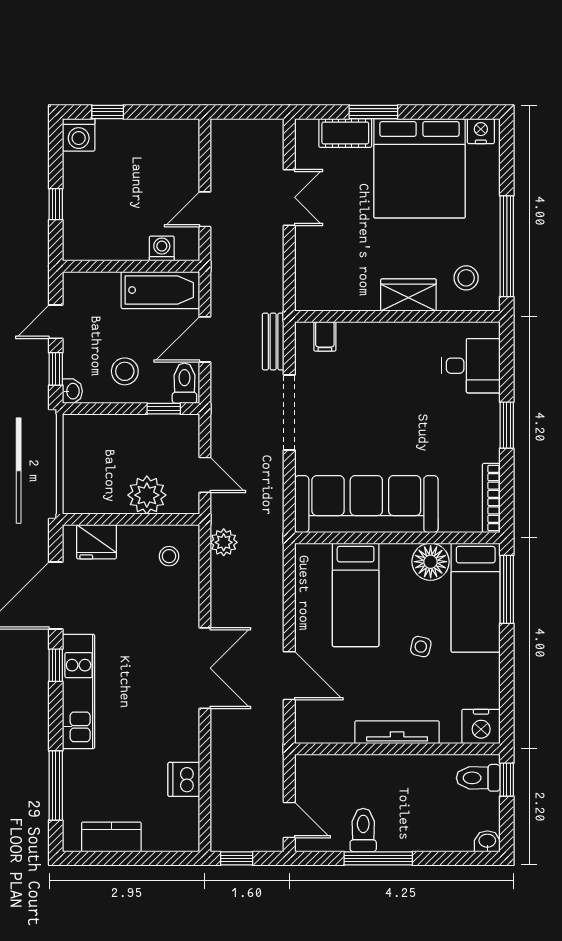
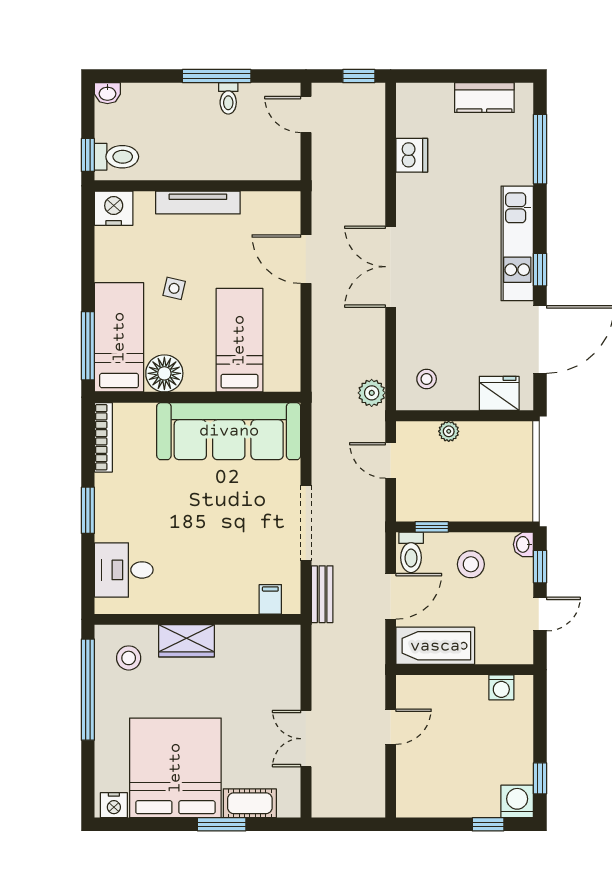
window: (56, 204) -> (540, 778), moved
washing machine: (162, 249) -> (501, 687), moved
plant: (147, 495) -> (449, 431), width x0.53, depth x0.53
toilet: (363, 830) -> (228, 98), width x0.73, depth x0.72

